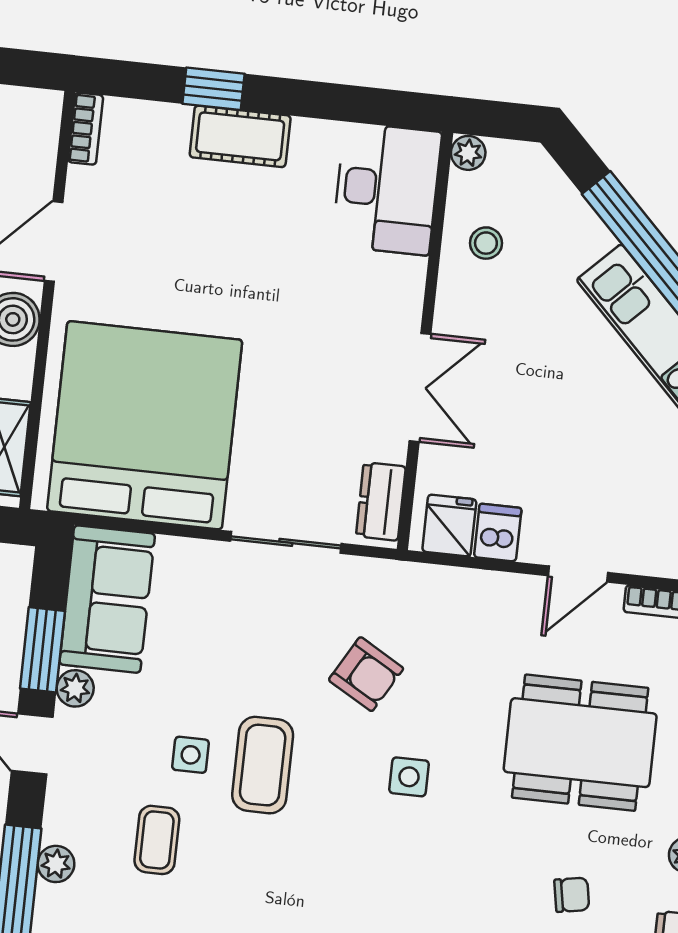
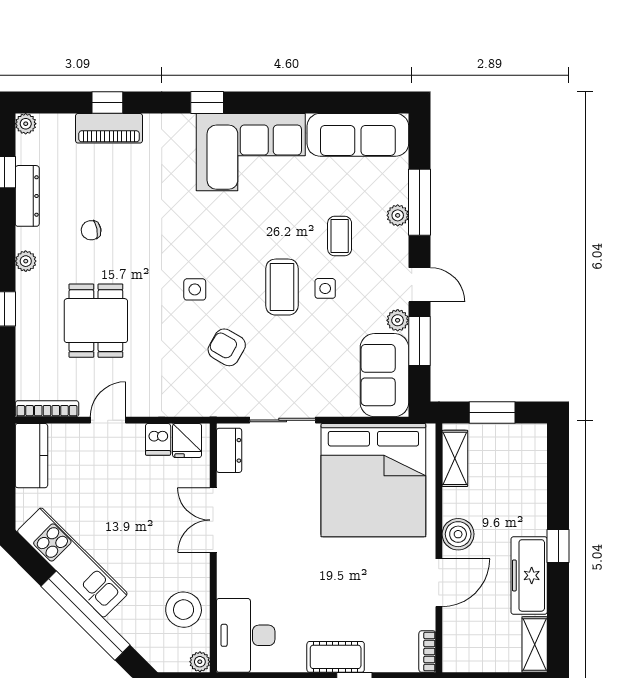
stool: (486, 243) -> (184, 610), width x1.89, depth x1.89
dining table: (580, 743) -> (96, 321), width x0.73

